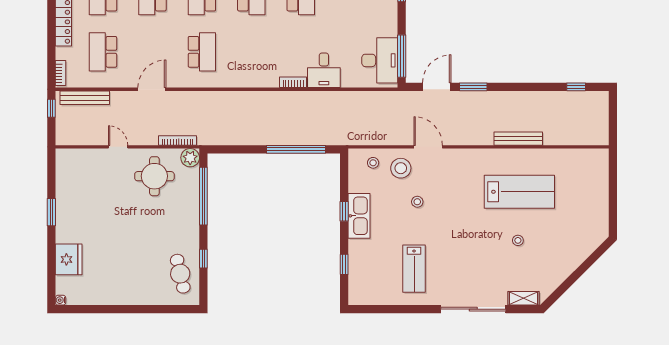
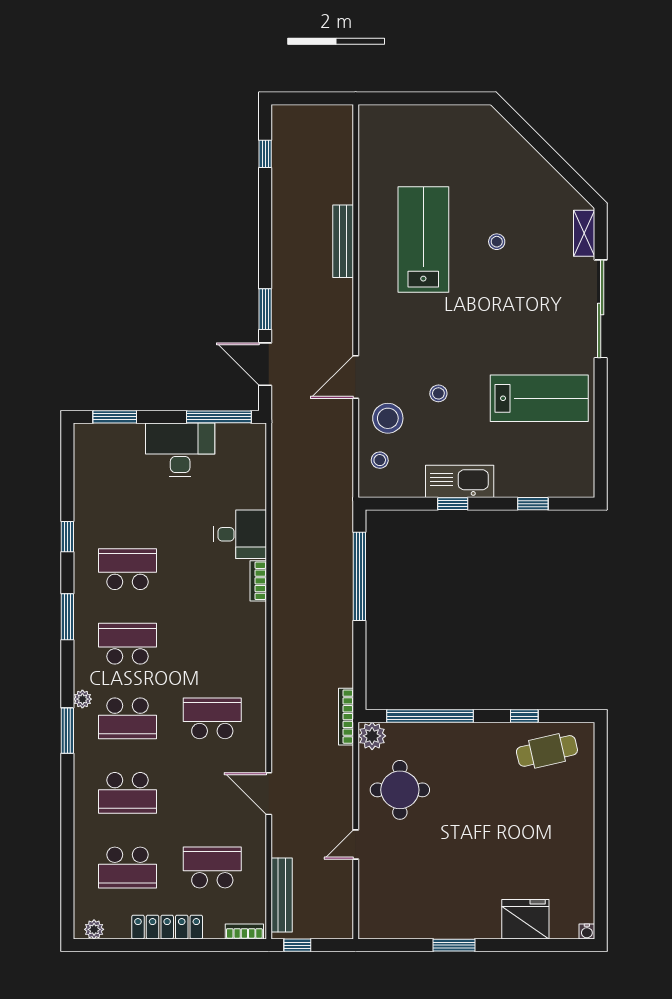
school desk: (103, 52) -> (212, 867), turned 180
desk: (380, 60) -> (180, 450), moved
bookcase: (177, 140) -> (346, 717), moved
lab bench: (414, 269) -> (539, 398), width x1.36, depth x1.39

